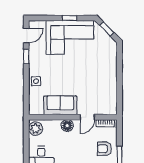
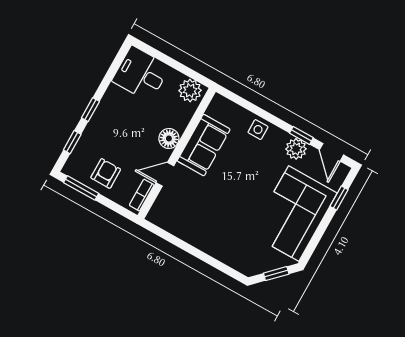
window: (70, 18) -> (339, 198), moved
plant: (35, 55) -> (296, 149), added
door: (87, 117) -> (165, 174), hinge flipped

